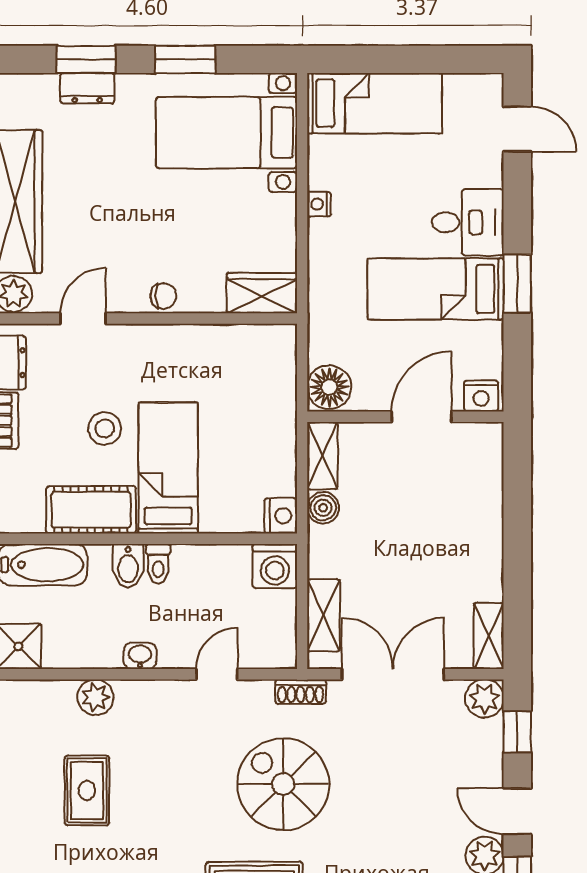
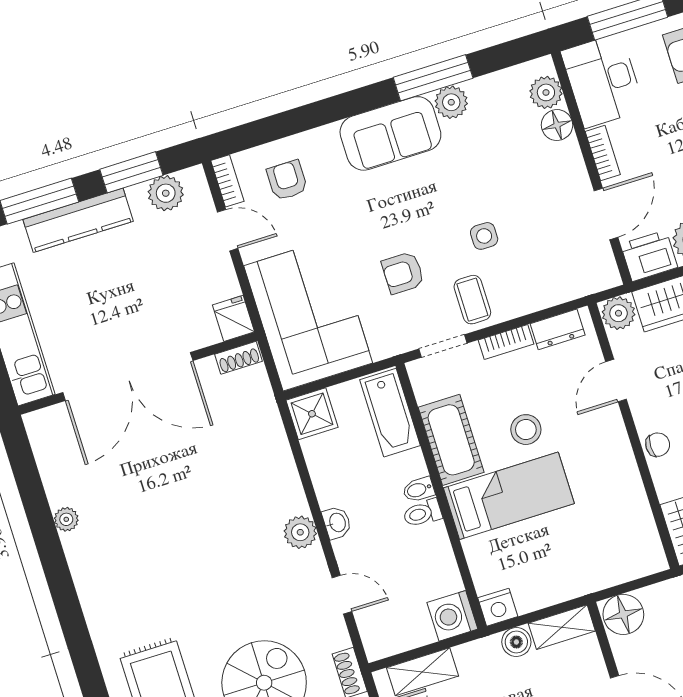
chair: (164, 296) -> (658, 445), turned -90
door: (83, 319) -> (616, 381), swing flipped
bidet: (128, 566) -> (419, 490), width x0.72, depth x0.74
plant: (95, 697) -> (300, 532), moved
rug: (87, 790) -> (205, 513), removed

